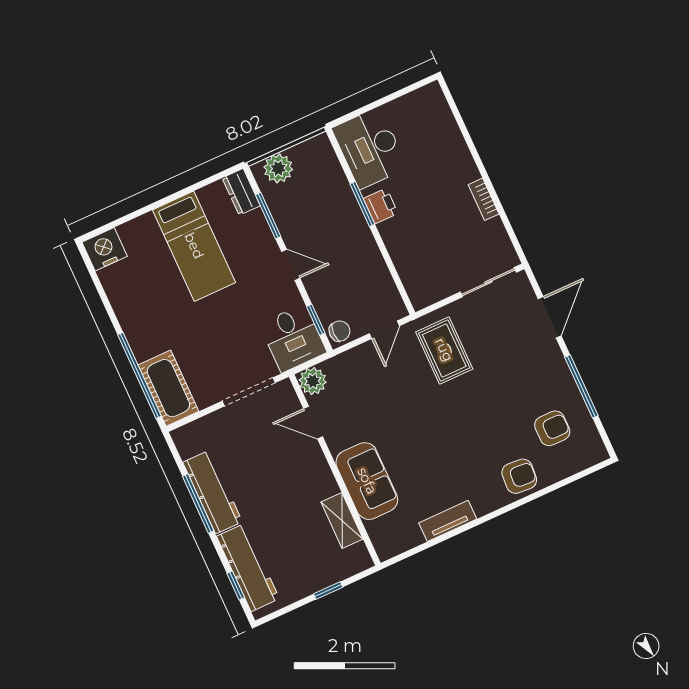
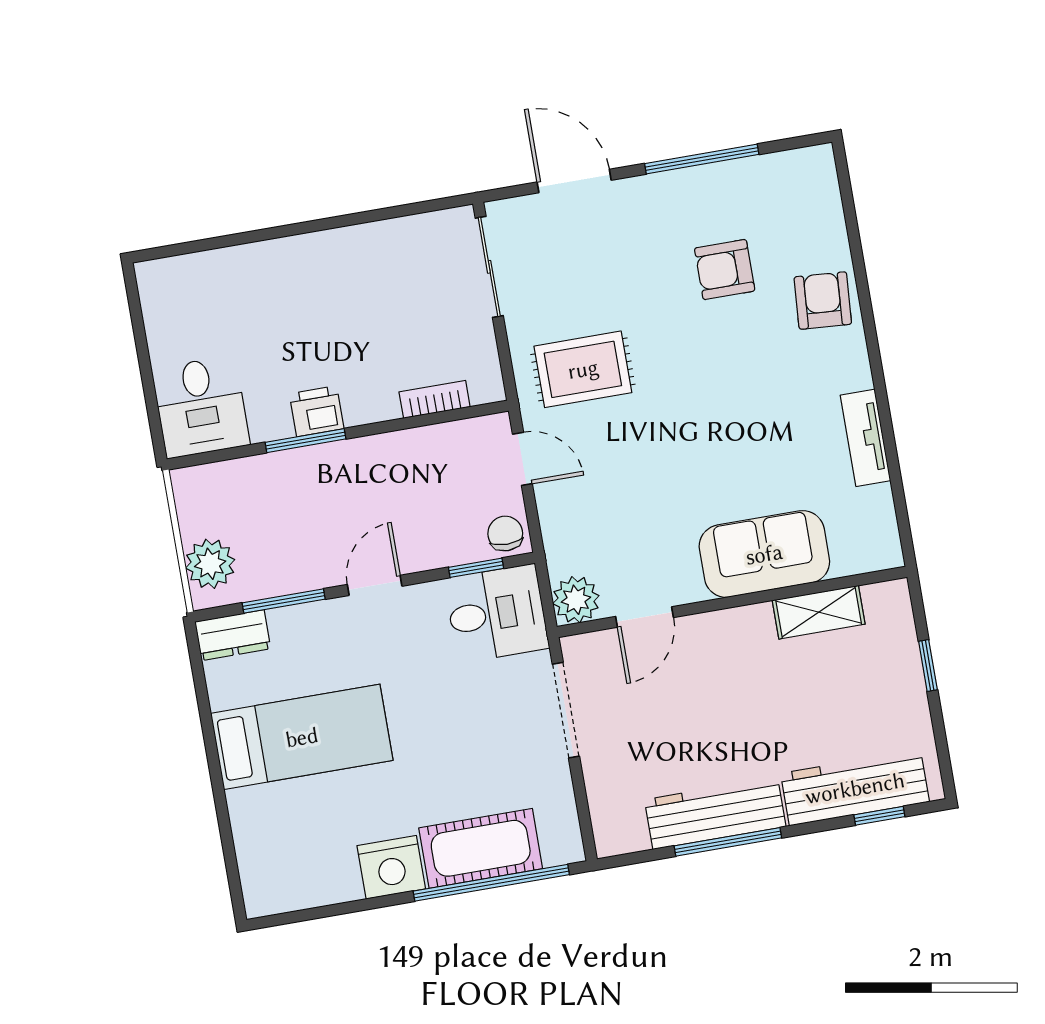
desk: (370, 148) -> (201, 407), width x0.73
bookcase: (484, 199) -> (435, 399), moved, turned 180
nightstand: (105, 249) -> (391, 867), moved, turned -90
cot: (168, 388) -> (481, 848), moved
armchair: (552, 428) -> (725, 270), moved, turned -90

